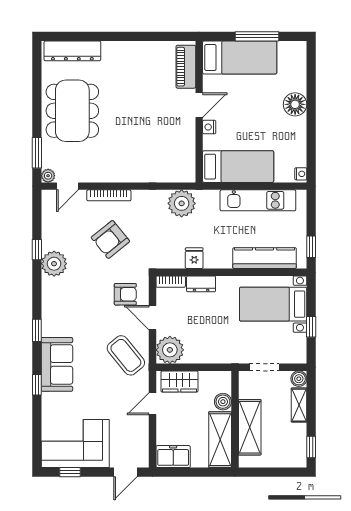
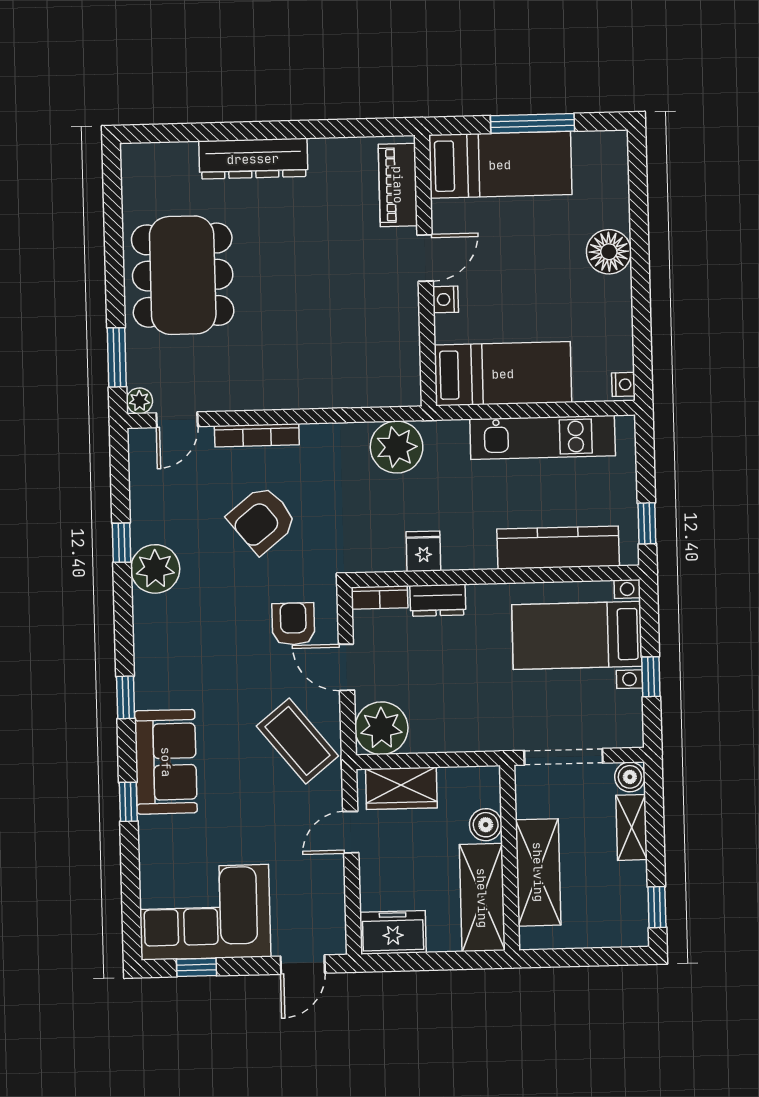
dresser: (72, 51) -> (253, 159), moved
armchair: (125, 294) -> (293, 624), turned -90
doorway: (264, 367) -> (564, 757), width x1.38

